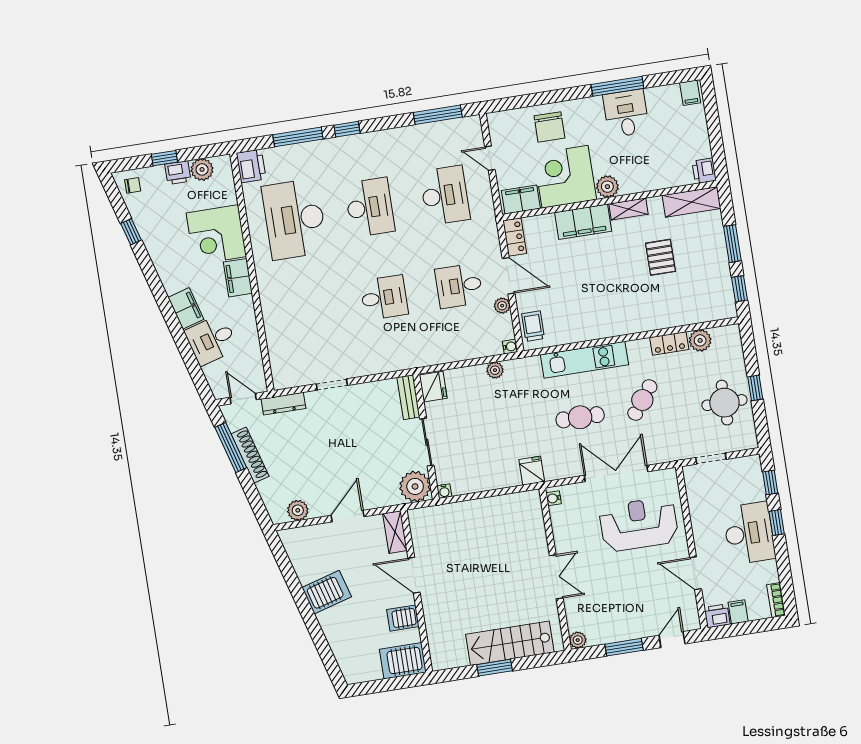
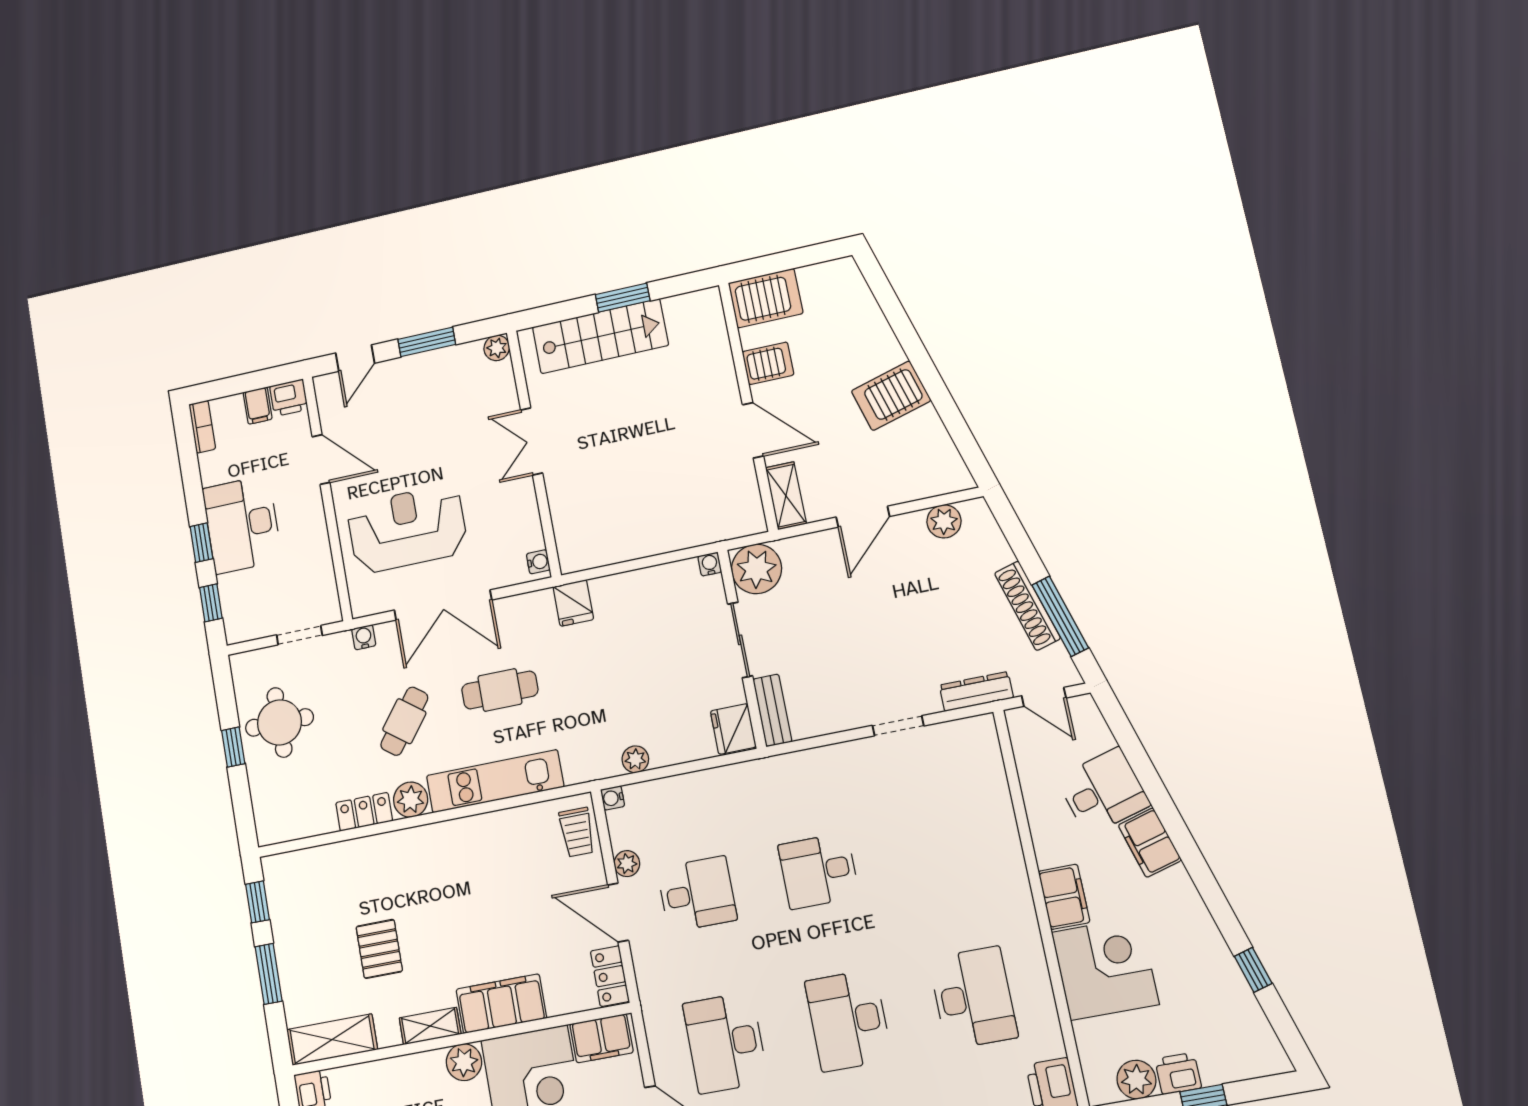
chair: (133, 185) -> (1256, 1050), removed
desk: (295, 219) -> (973, 998), width x0.73, depth x0.77
plant: (700, 340) -> (411, 800), moved
water cooler: (668, 455) -> (364, 637), added
reception desk: (639, 524) -> (407, 529), turned 180

